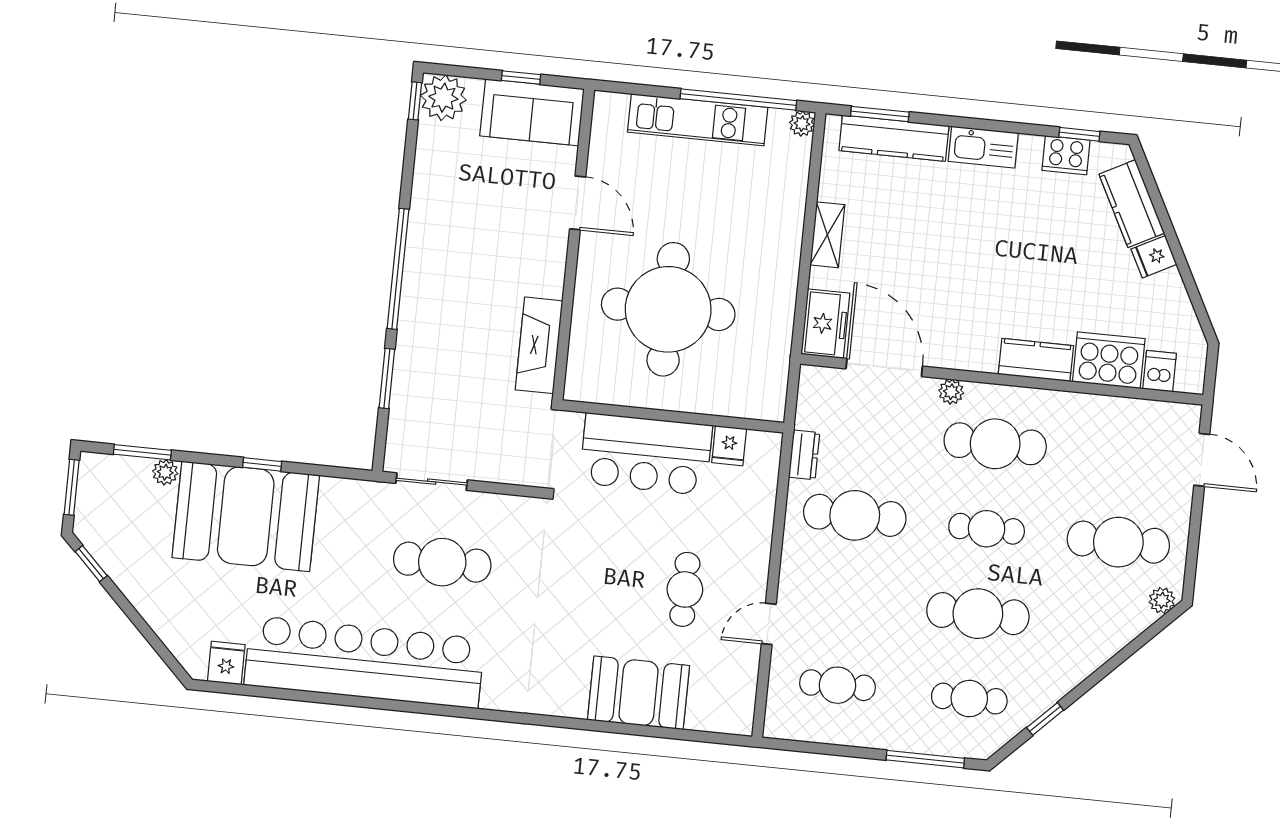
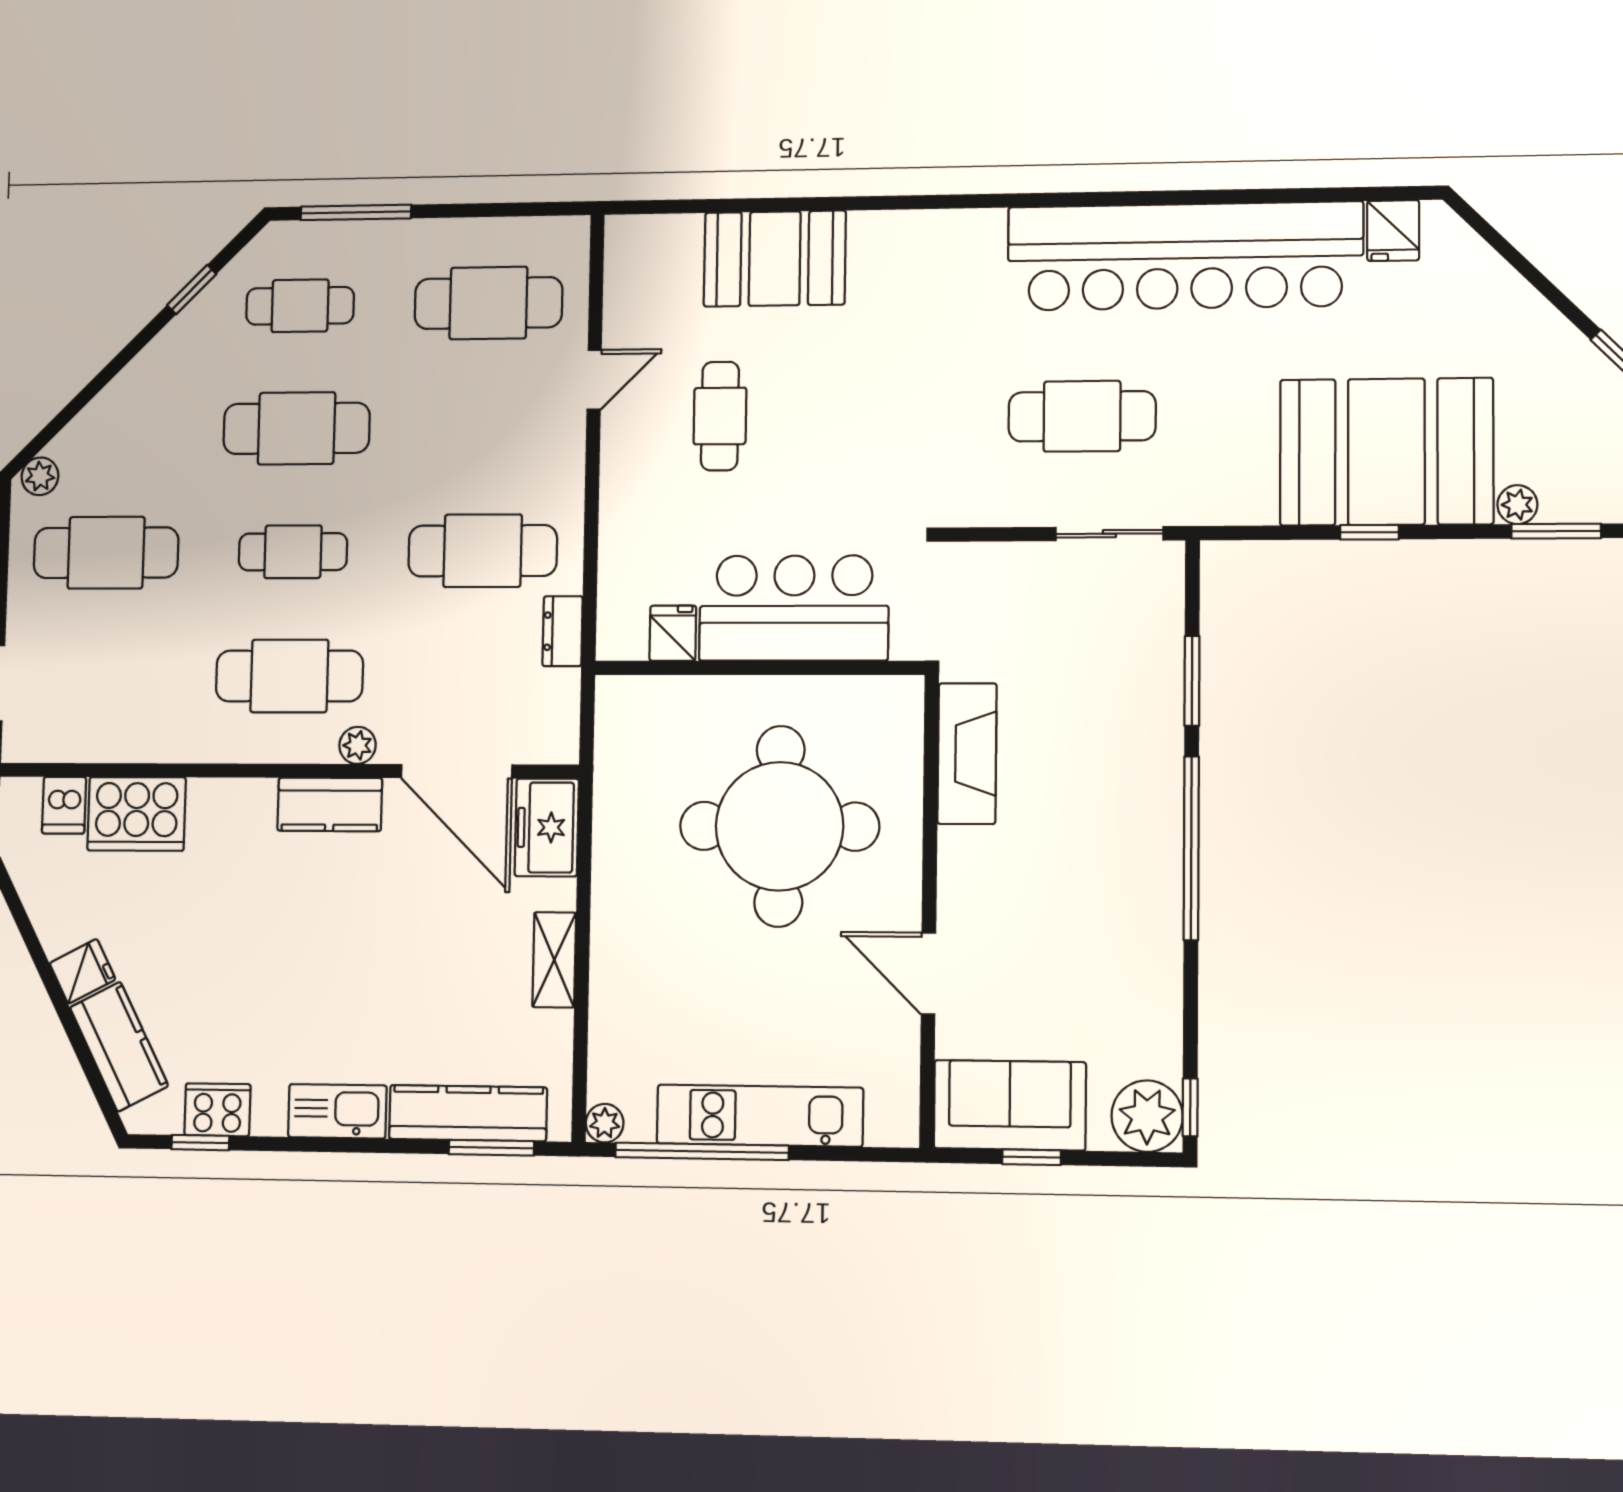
kitchen counter: (1036, 360) -> (330, 804), moved
cafe table: (837, 685) -> (488, 303), width x1.37, depth x1.35

